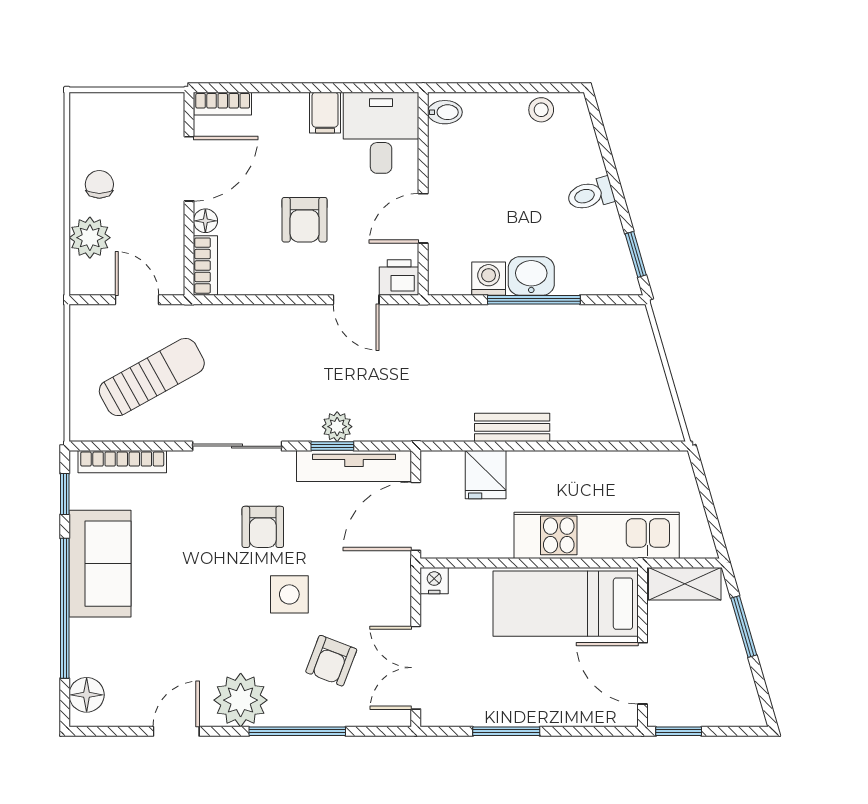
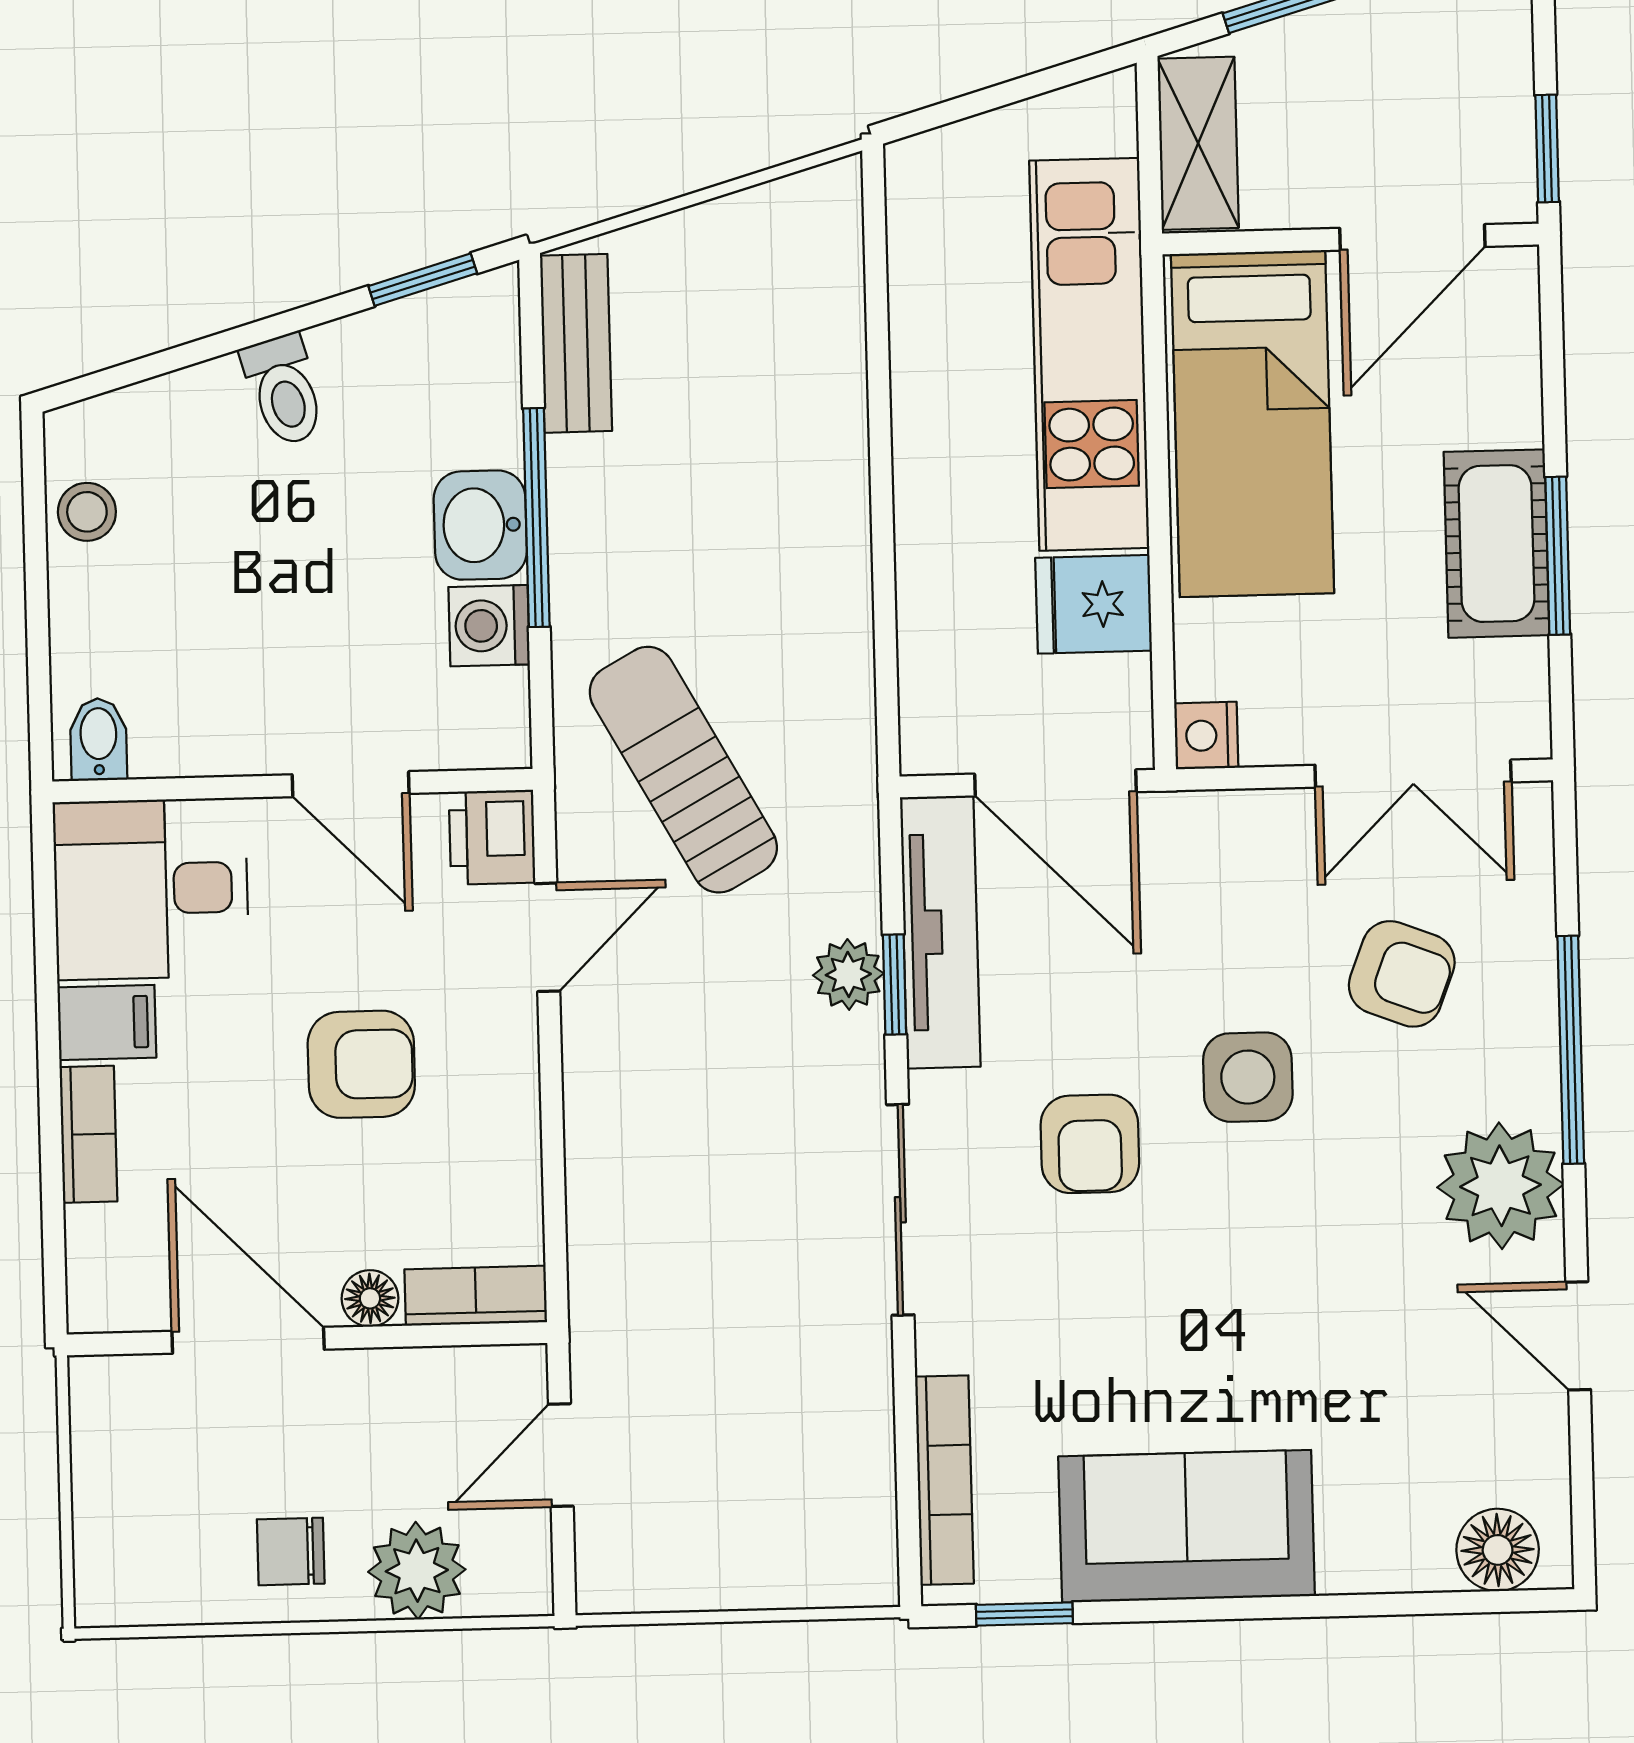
bookcase: (223, 104) -> (88, 1134), moved
sun lounger: (152, 377) -> (683, 770), moved
bench: (512, 427) -> (576, 343), moved
fridge: (486, 475) -> (1094, 604), moved, turned 180
armchair: (263, 527) -> (1090, 1144), turned 90
window: (65, 608) -> (1294, 1607), removed
cot: (512, 706) -> (1497, 544), added

